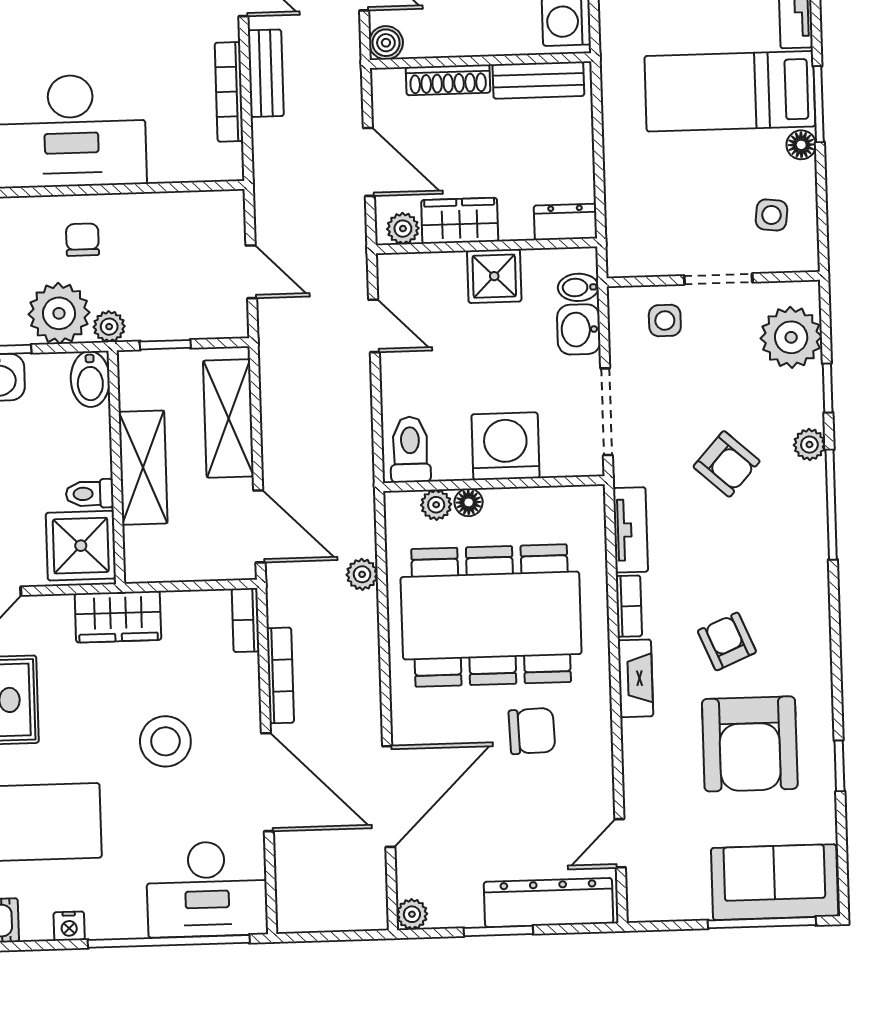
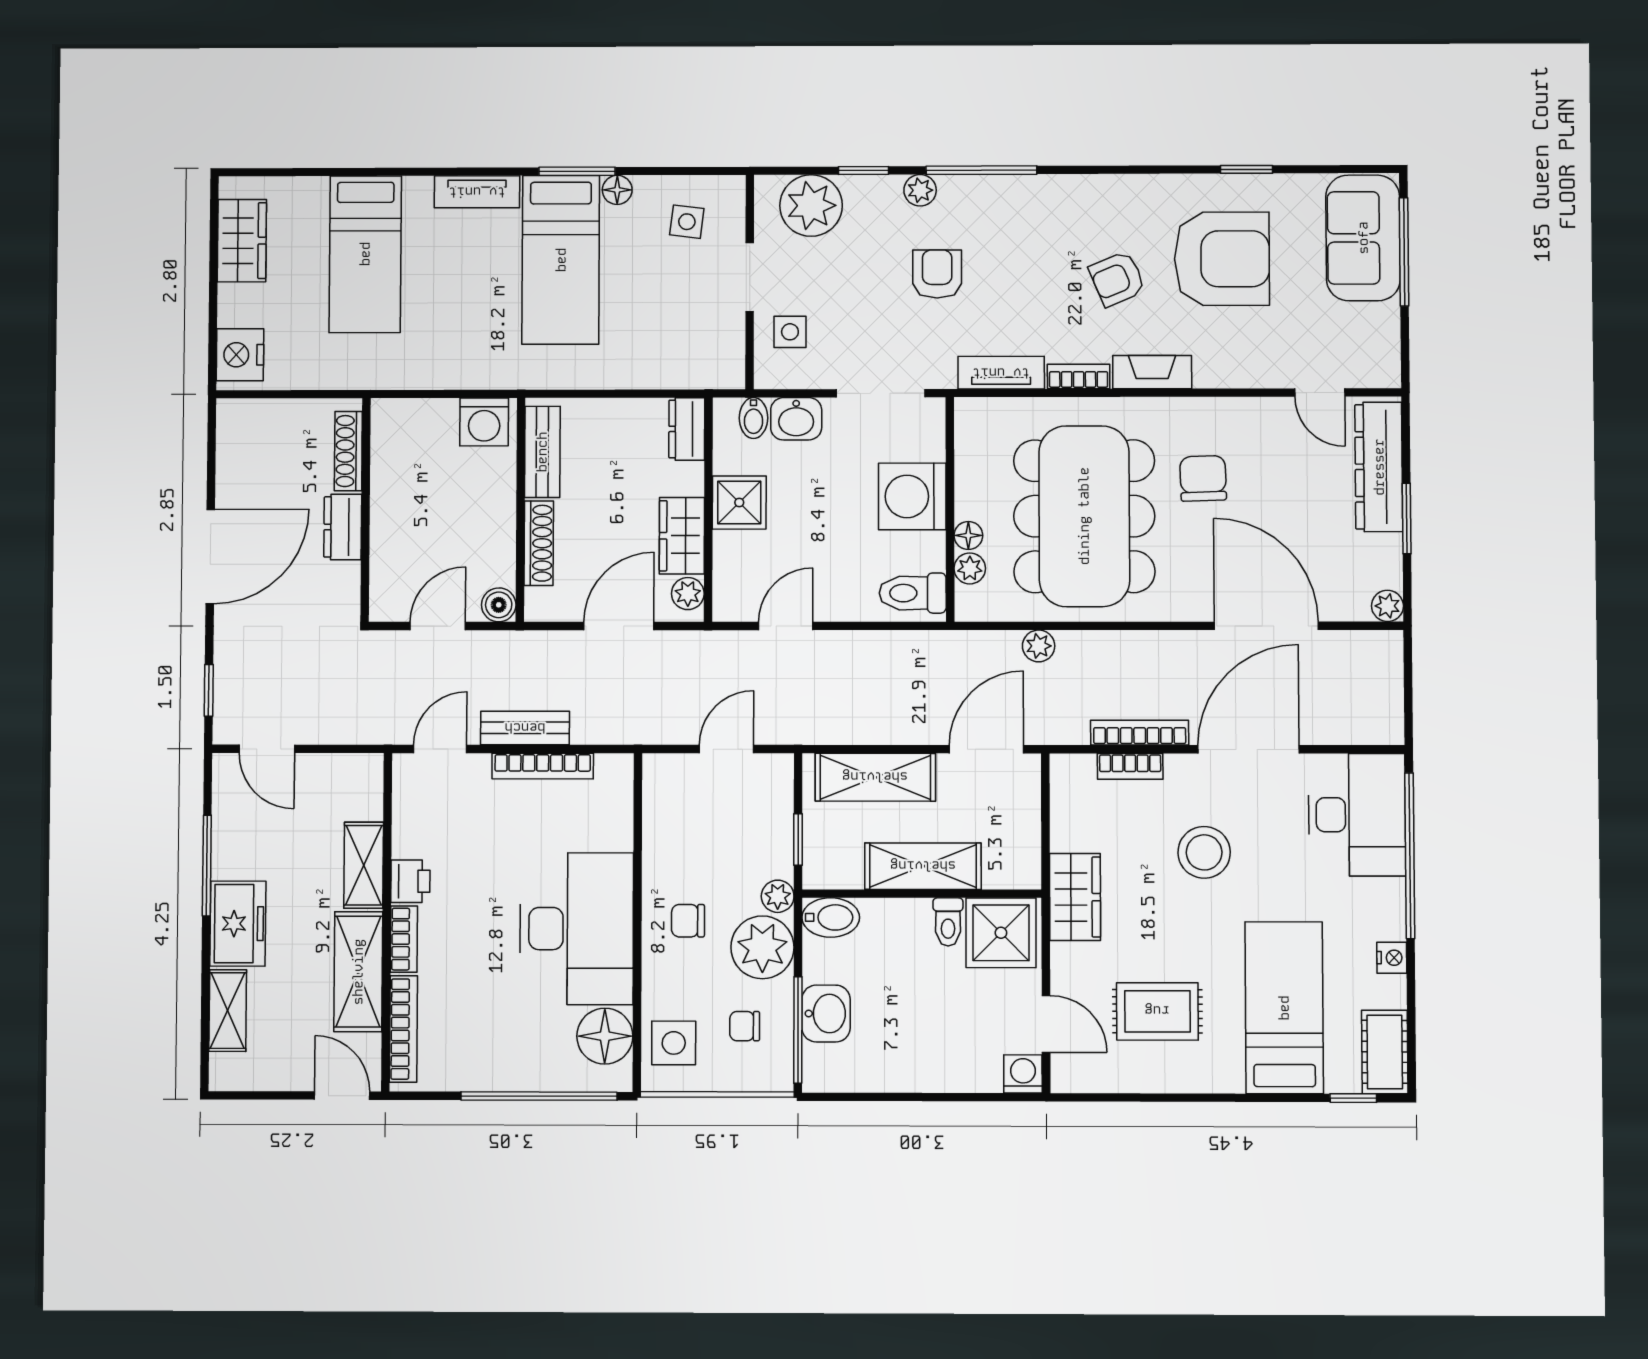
armchair: (727, 464) -> (937, 274), turned -42
bookcase: (246, 620) -> (1130, 766), moved

